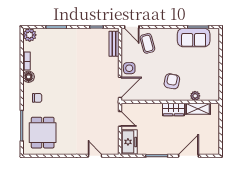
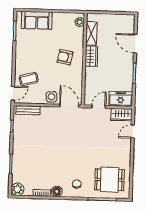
sofa: (194, 37) -> (37, 20), moved, turned 90
plant: (195, 96) -> (80, 22), moved
wardrobe: (112, 143) -> (122, 115), added

